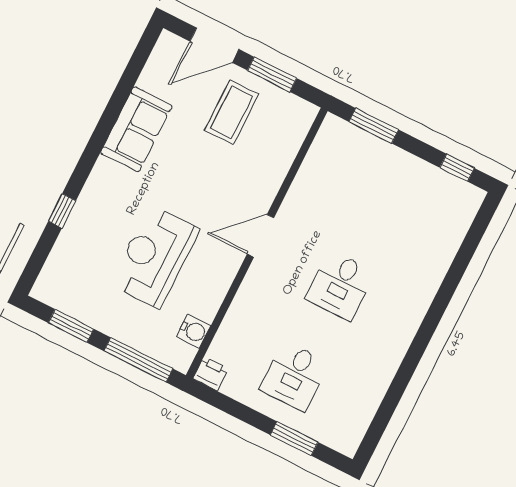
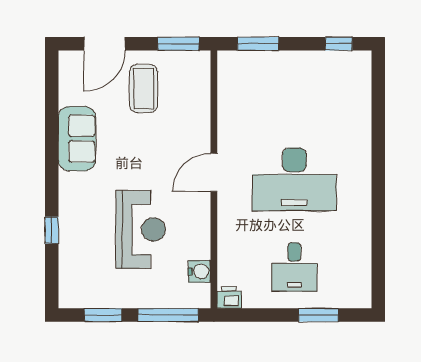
window: (272, 74) -> (178, 44), moved
reception desk: (155, 257) -> (141, 229), turned 180
desk: (340, 285) -> (294, 179), width x1.87, depth x1.30

